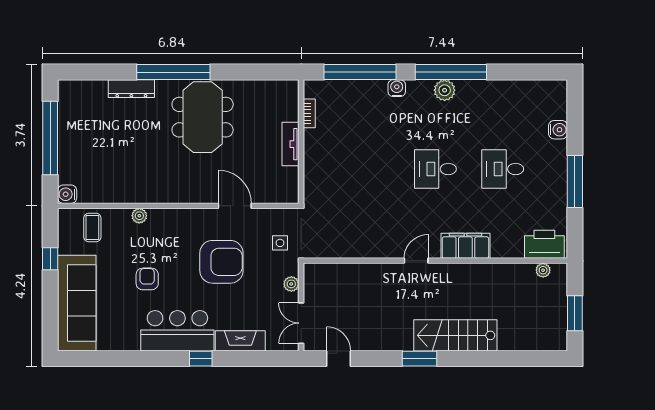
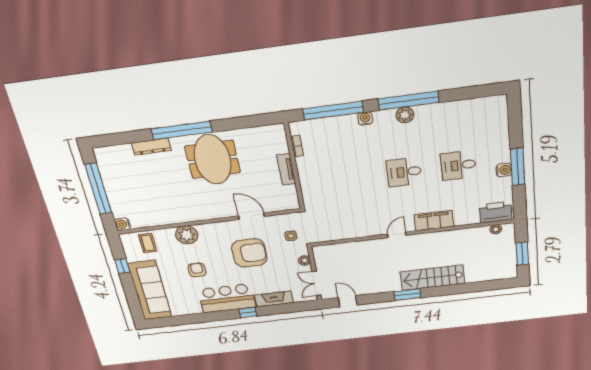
water cooler: (558, 130) -> (504, 170), moved
plant: (139, 216) -> (187, 235), width x1.88, depth x1.88

